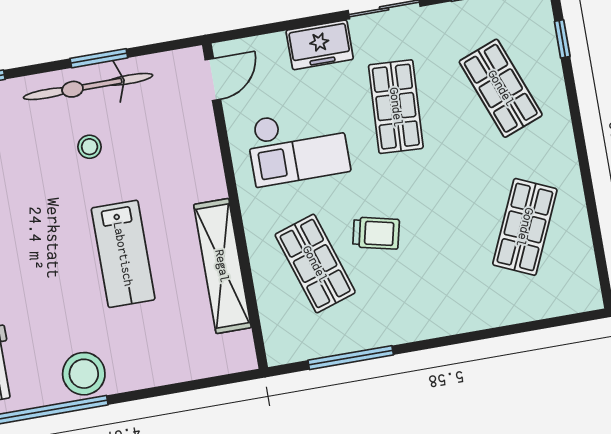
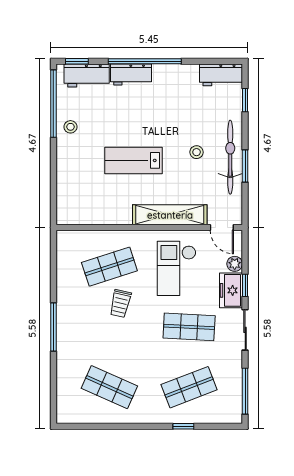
window: (307, 22) -> (245, 285), added
window: (562, 39) -> (183, 426), moved
plant: (272, 46) -> (235, 264), added
shelving: (222, 266) -> (170, 215), moved
window: (351, 358) -> (53, 327), moved
stool: (84, 374) -> (70, 127), width x0.53, depth x0.53

